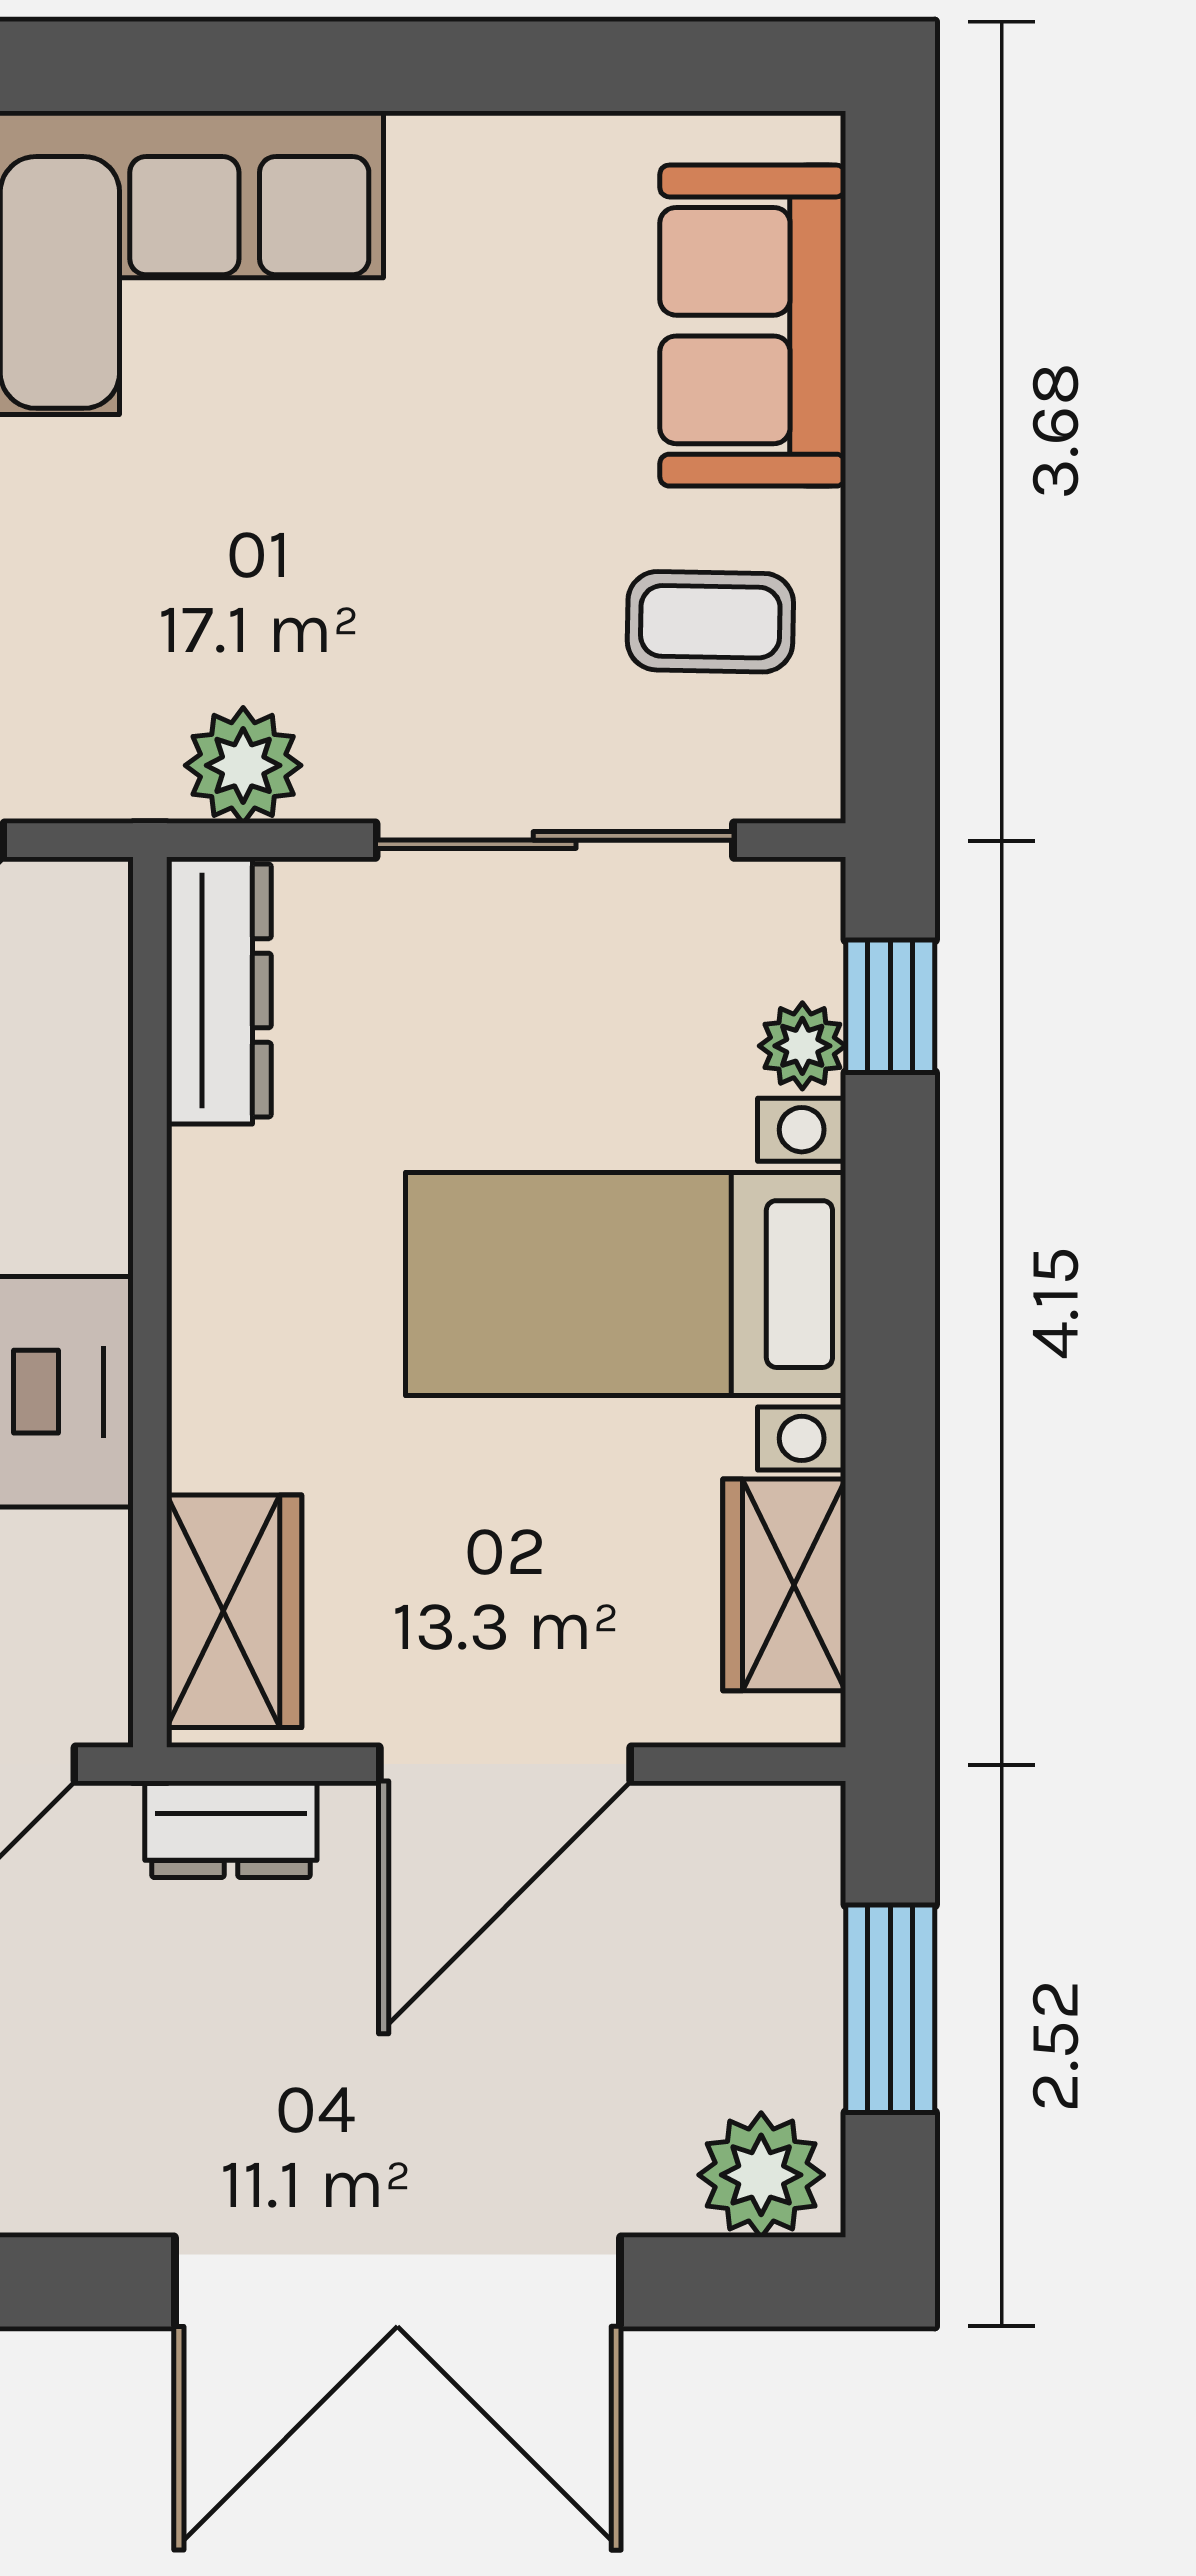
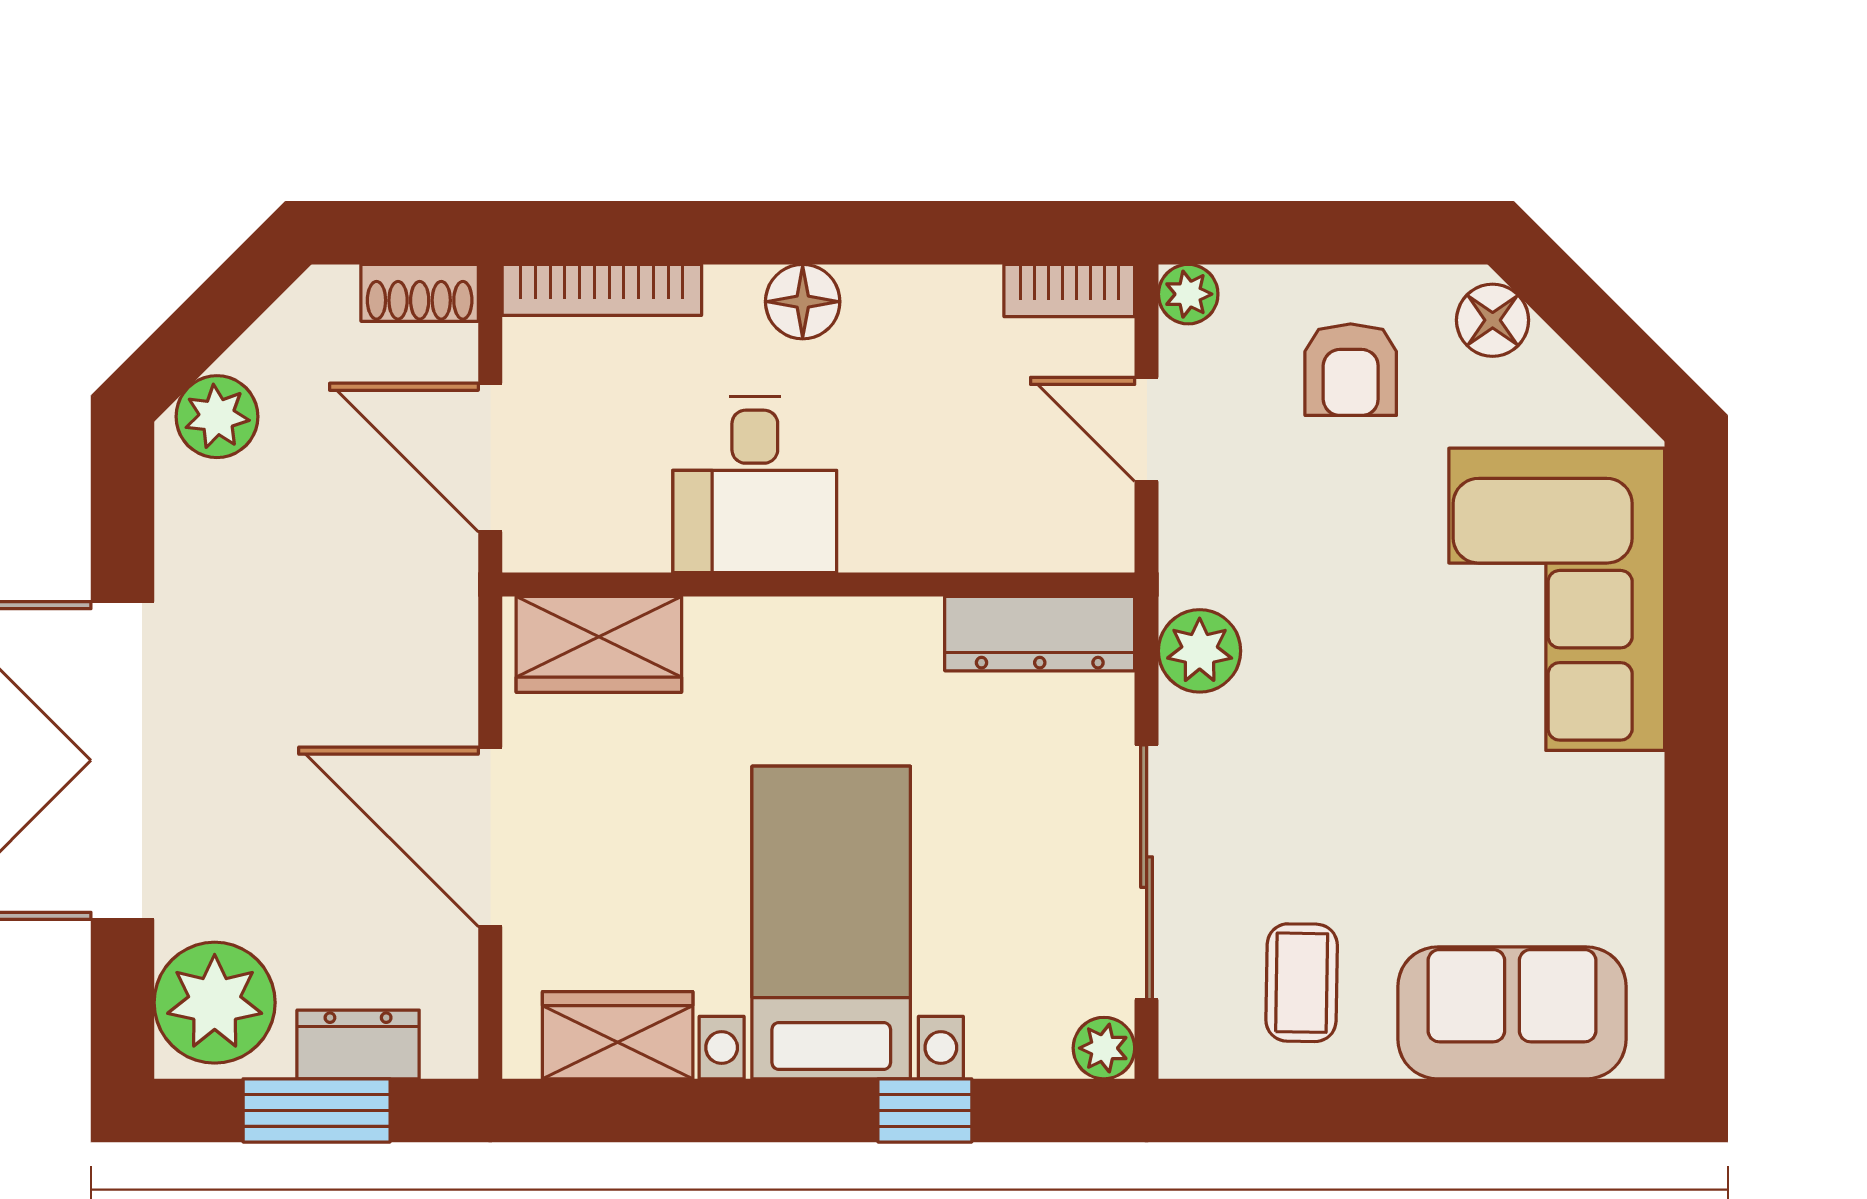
window: (890, 1006) -> (925, 1110), moved
plant: (802, 1046) -> (1104, 1048), moved
dresser: (231, 1829) -> (358, 1044), moved, turned 90
plant: (761, 2175) -> (215, 1003), width x1.36, depth x1.36

